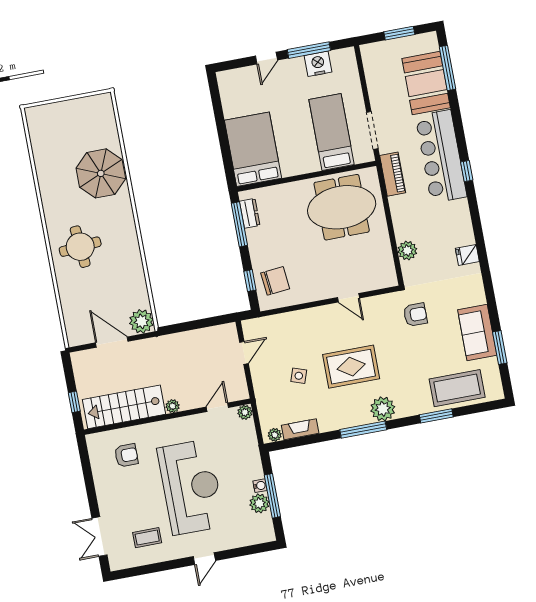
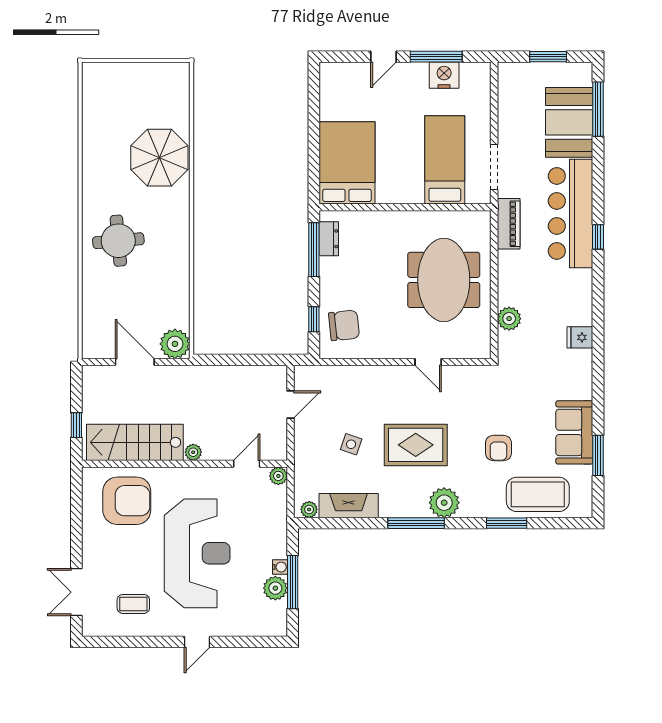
meeting table: (342, 207) -> (444, 280), moved, turned 90
armchair: (415, 315) -> (498, 448), moved, turned 90
fireplace: (300, 429) -> (349, 506), width x1.37, depth x1.32
armchair: (126, 455) -> (127, 501), width x1.88, depth x1.88

